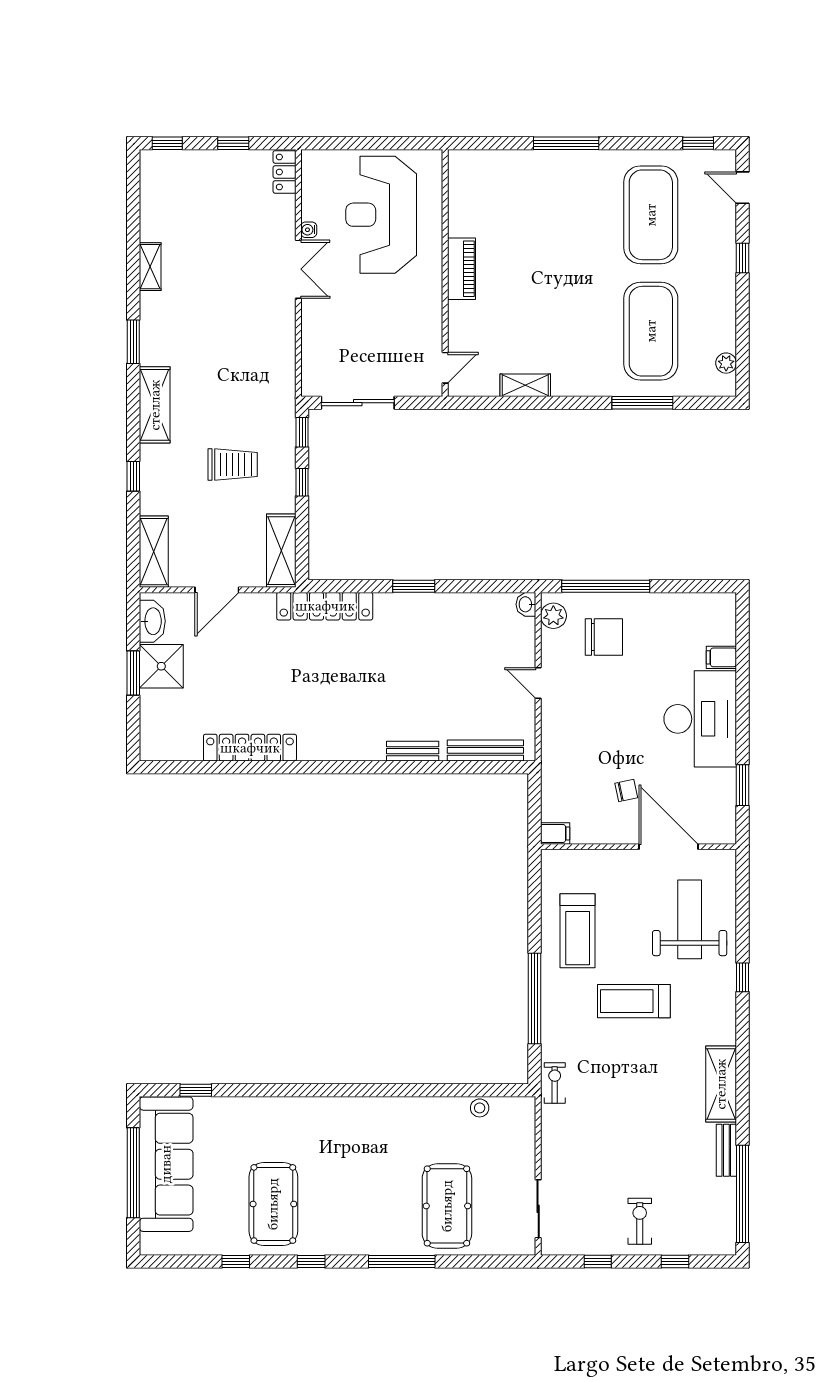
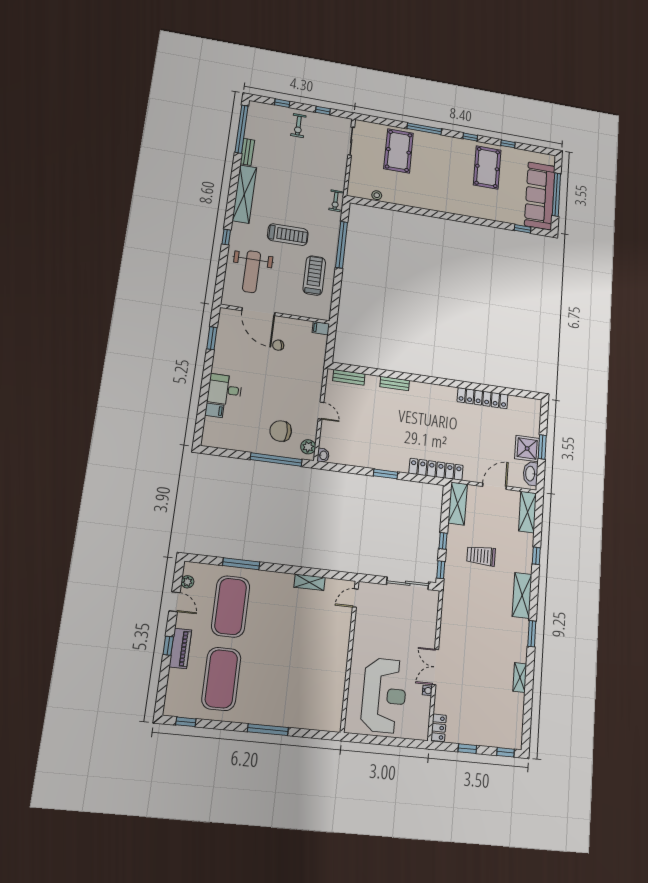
door: (742, 188) -> (174, 602), moved
piano: (461, 269) -> (180, 648), moved, turned 180
desk: (700, 719) -> (225, 390), width x0.53, depth x0.77
bench: (485, 750) -> (349, 377), width x0.73
shelving: (721, 1084) -> (244, 194), width x1.47

